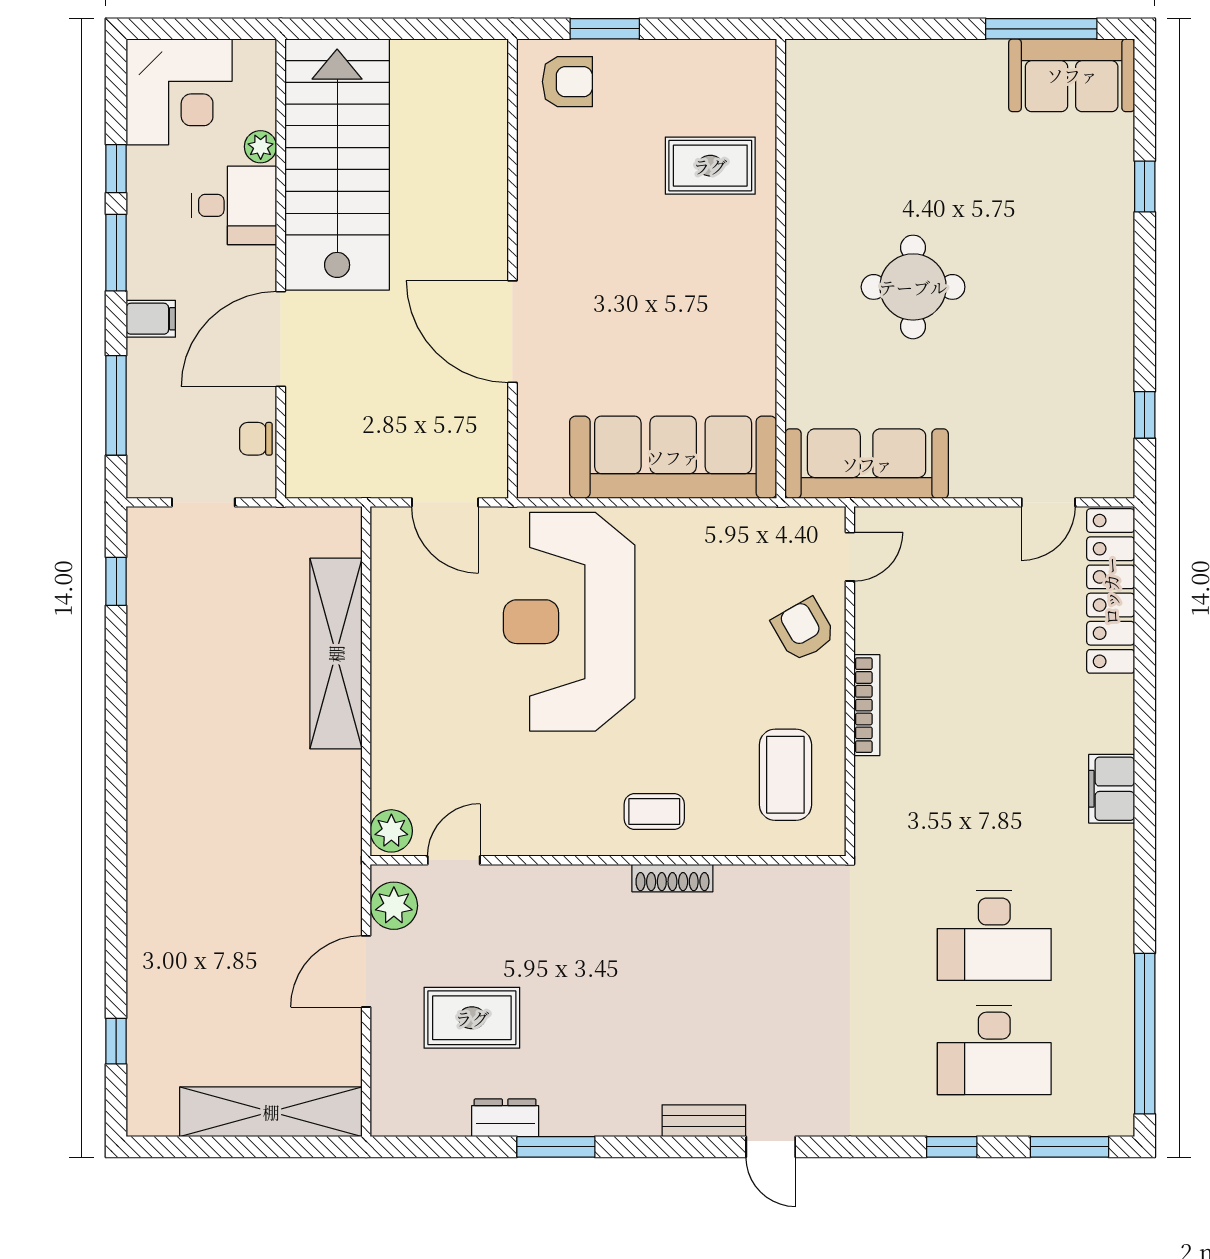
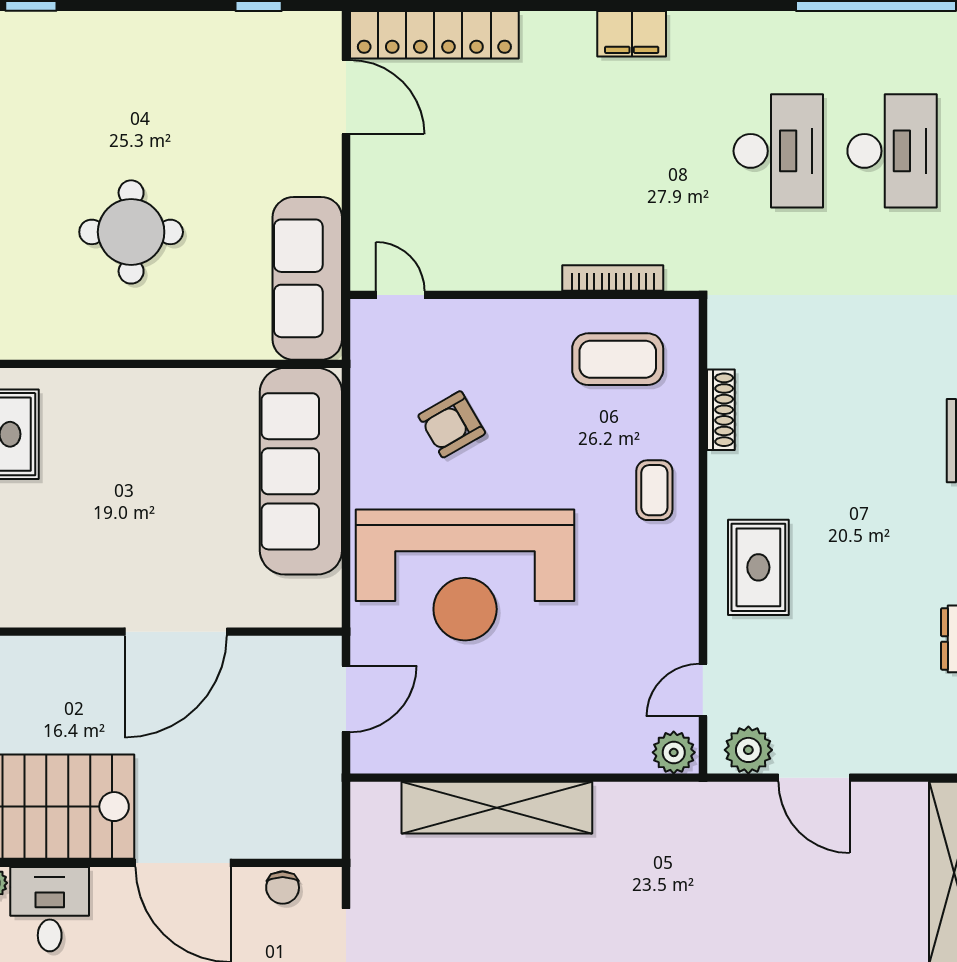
door: (1048, 502) -> (346, 97), width x1.38
armchair: (804, 630) -> (452, 424), moved
bookcase: (867, 705) -> (613, 278), moved
door: (454, 860) -> (703, 690), hinge flipped
shoe rack: (672, 878) -> (721, 410), moved
rug: (472, 1018) -> (758, 567), moved

